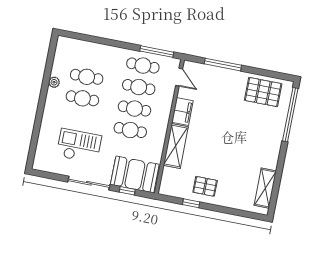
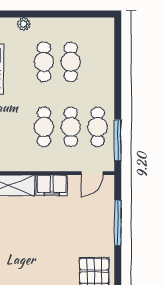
plant: (54, 82) -> (24, 24), moved
cafe table: (130, 130) -> (17, 127), removed

